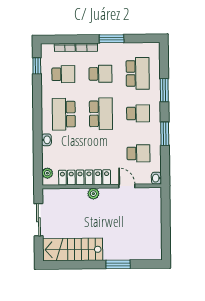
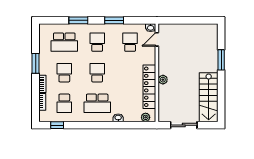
school desk: (138, 73) -> (64, 42), turned 180
school desk: (63, 74) -> (64, 103), turned 180
school desk: (101, 114) -> (97, 73), width x0.54
door: (127, 186) -> (157, 39), moved

